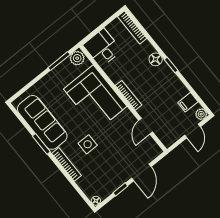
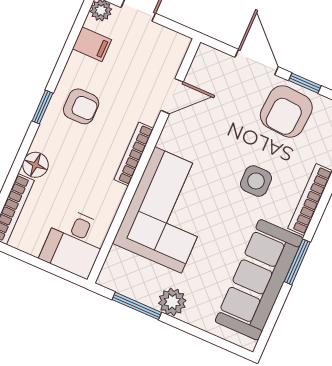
plant: (77, 58) -> (172, 302), moved
floor lamp: (156, 59) -> (35, 165), moved
armchair: (162, 83) -> (81, 106), added
door: (141, 172) -> (257, 62), hinge flipped
armchair: (112, 174) -> (286, 111), added

